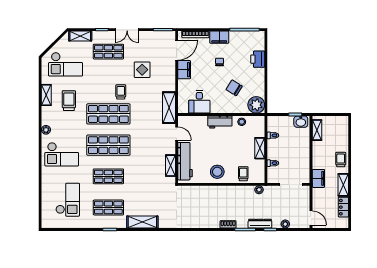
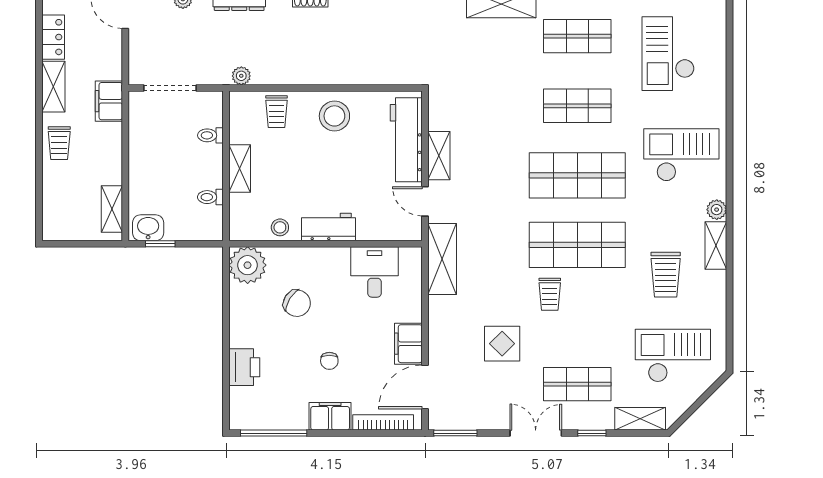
shelving: (46, 95) -> (716, 245), moved
shelving: (170, 166) -> (439, 156), moved

